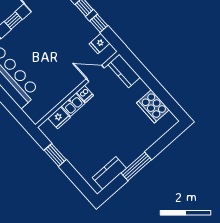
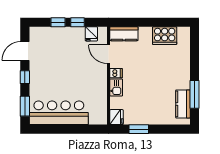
door: (95, 73) -> (109, 54), hinge flipped
fridge: (59, 118) -> (116, 117), moved
window: (136, 166) -> (194, 94), moved

